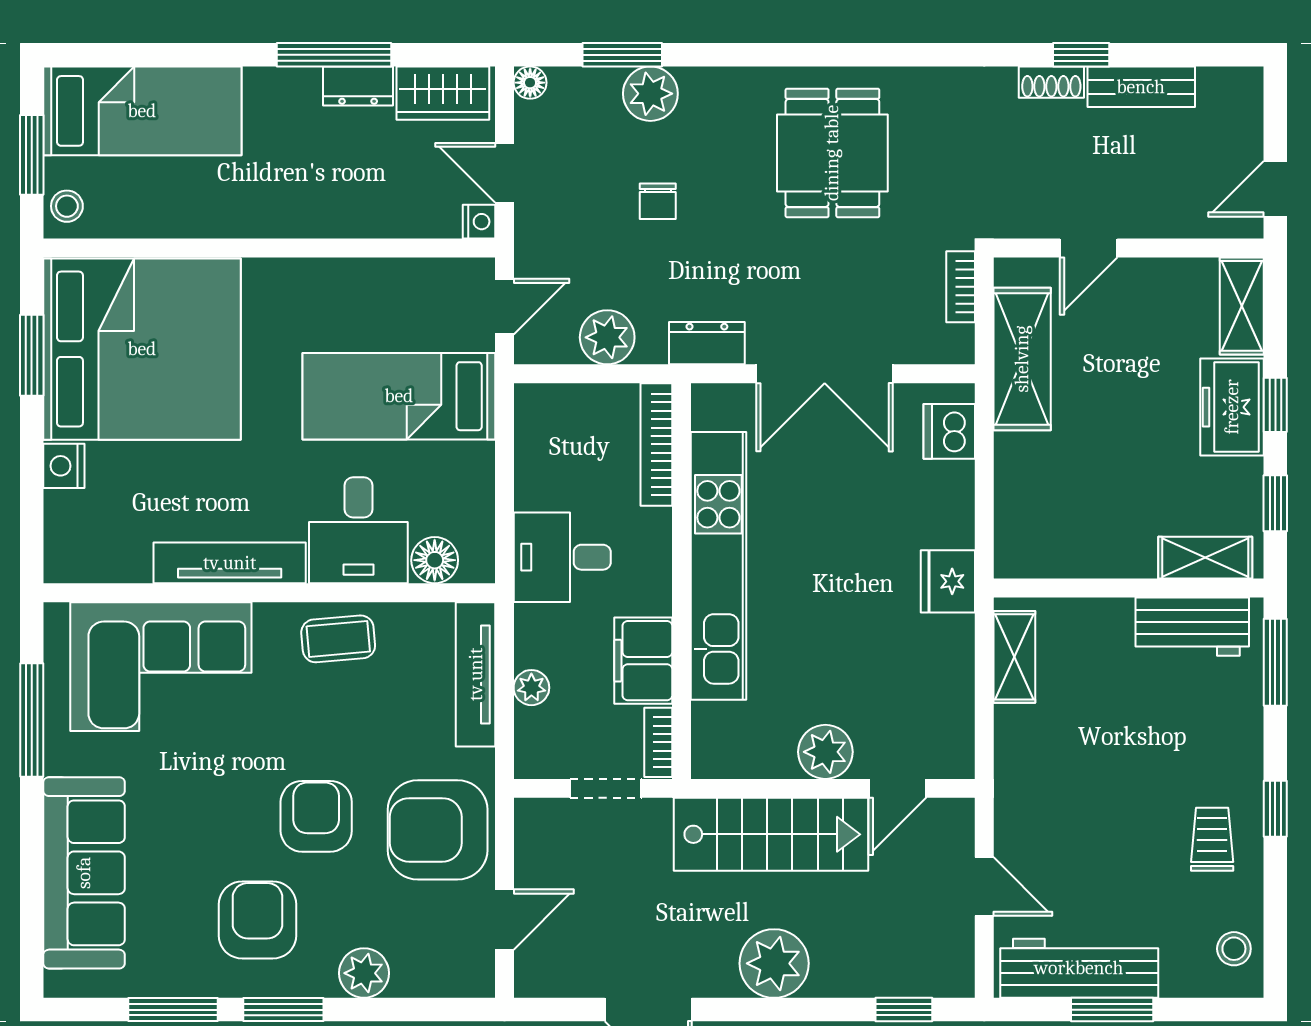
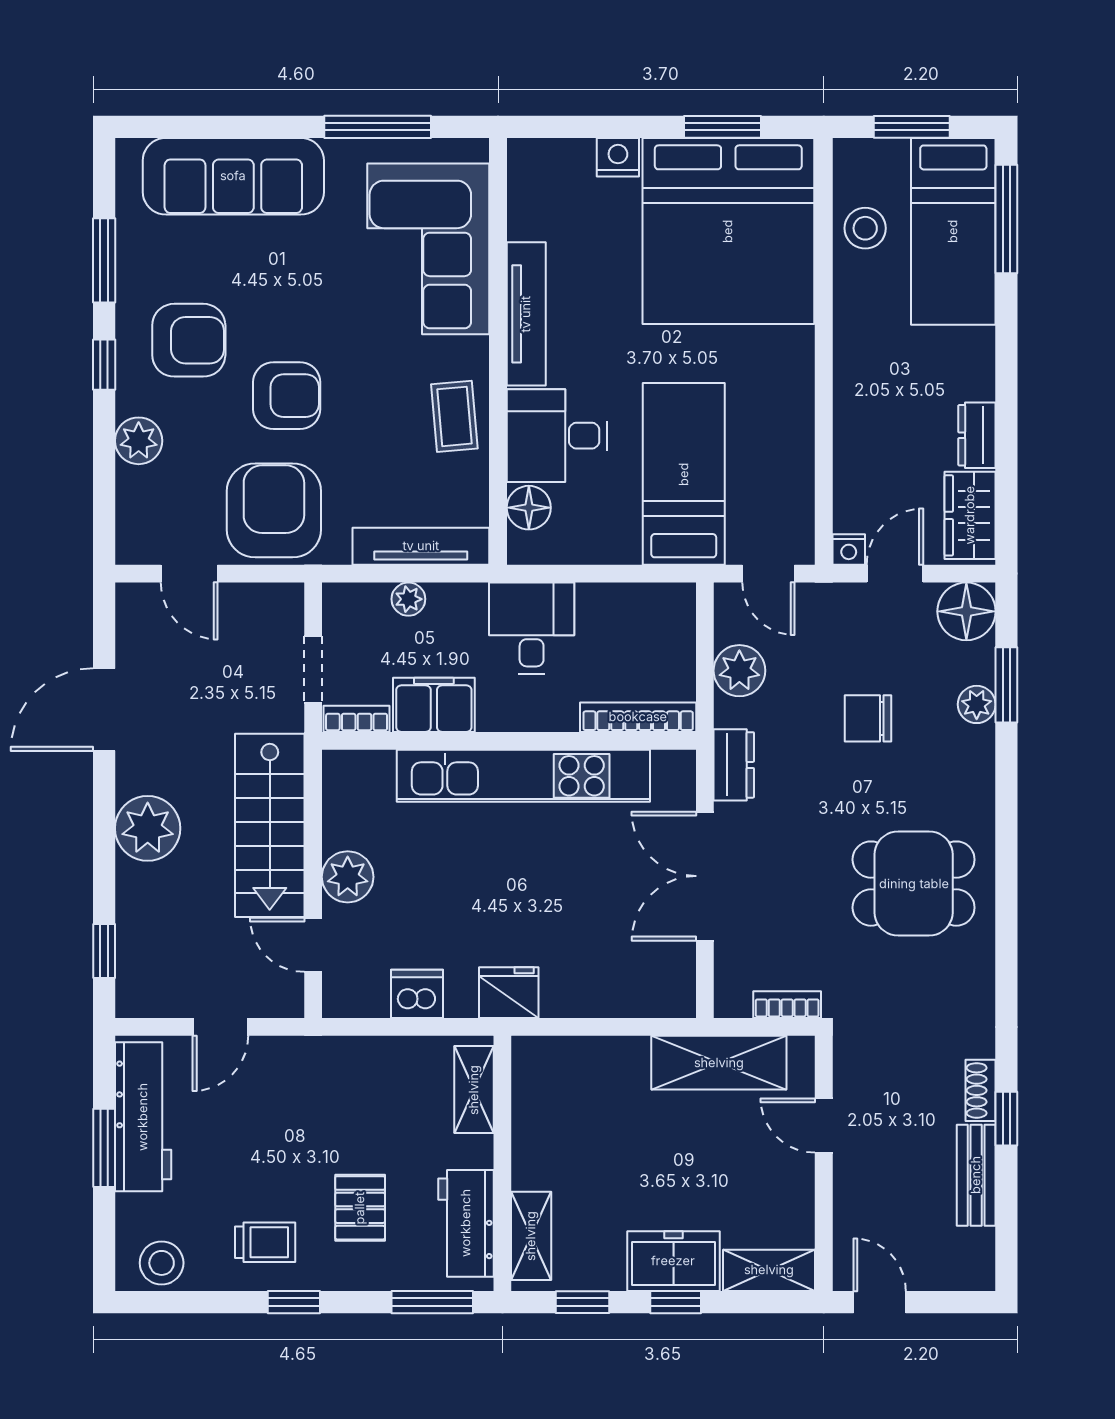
window: (334, 55) -> (1006, 219), moved
floor lamp: (530, 83) -> (966, 611), width x1.89, depth x1.89
plant: (650, 94) -> (977, 704), width x0.73, depth x0.73
chair: (658, 201) -> (868, 718), width x1.37, depth x1.37
stool: (67, 206) -> (865, 228), moved, width x1.37, depth x1.37
dishwasher: (949, 431) -> (417, 994), moved
shelving: (1014, 657) -> (474, 1090), moved, turned 90
pallet: (1176, 739) -> (360, 1208), added
stool: (1234, 949) -> (162, 1263), width x1.37, depth x1.37
window: (283, 1010) -> (104, 365), width x0.67

